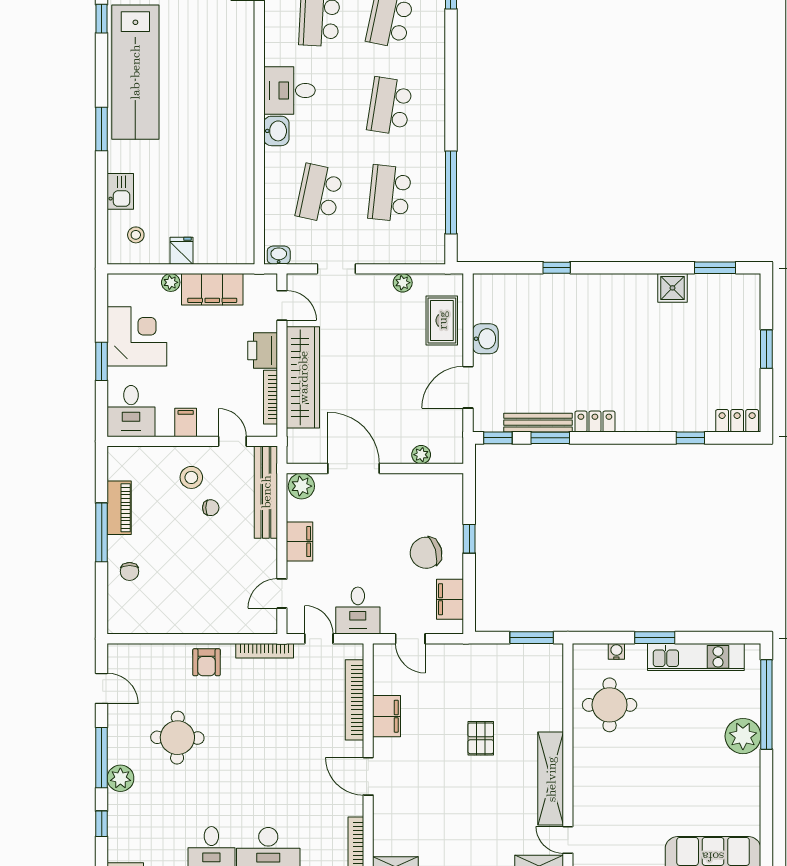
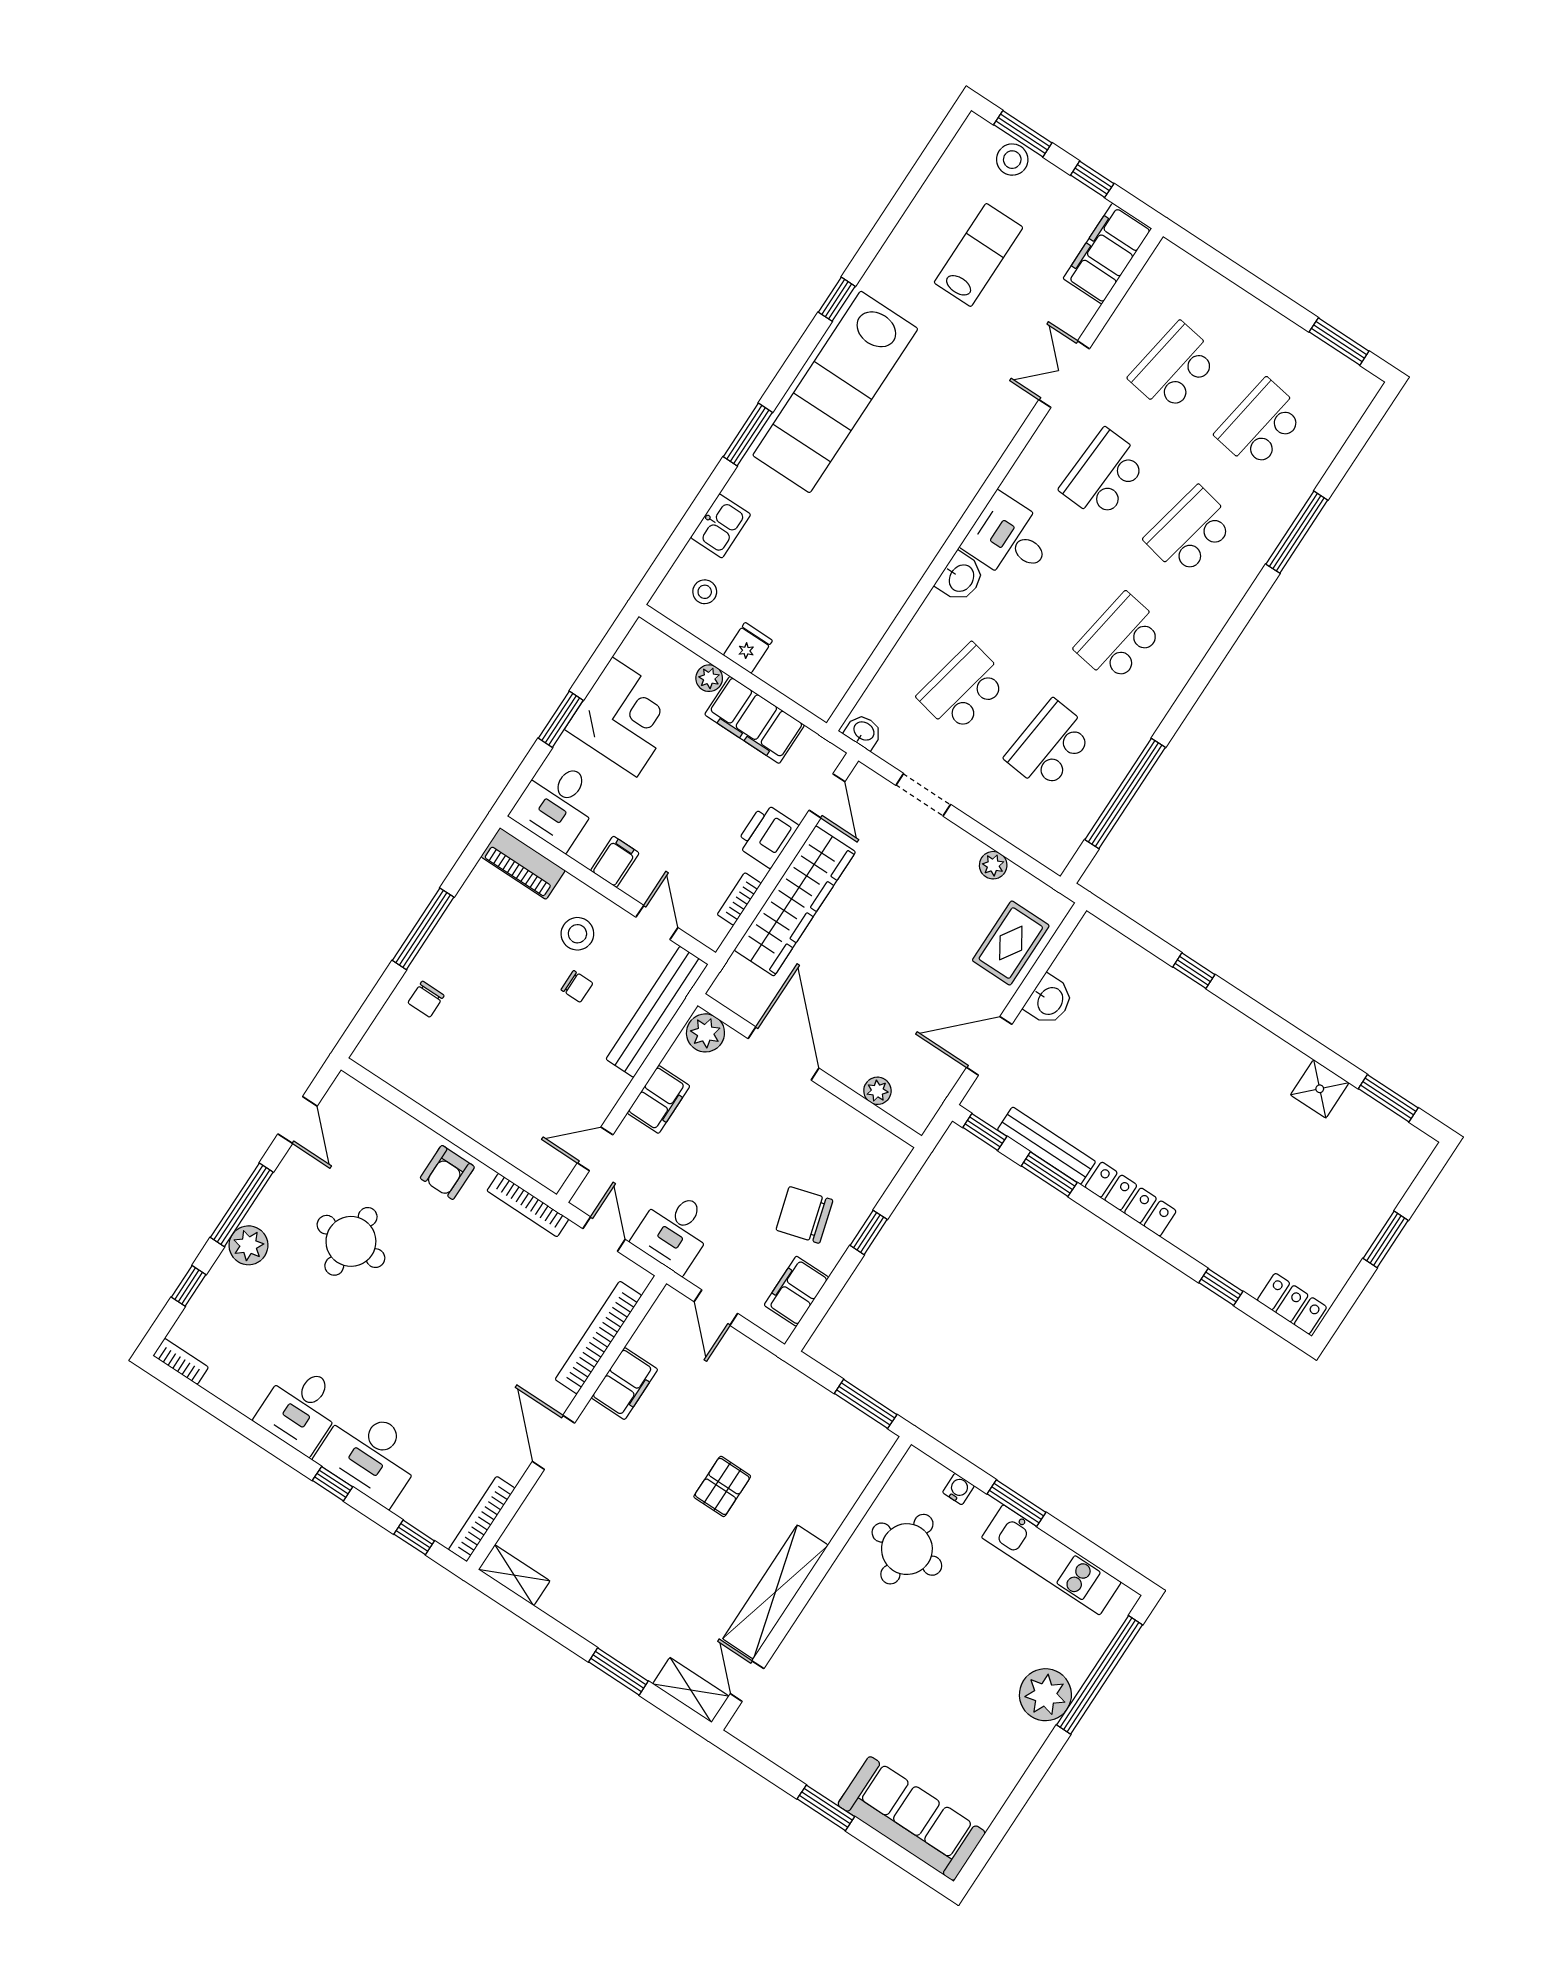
bookcase: (270, 397) -> (739, 899), width x0.64
locker: (595, 422) -> (1131, 1199), width x1.53
piano: (119, 508) -> (523, 863), moved, turned 90

